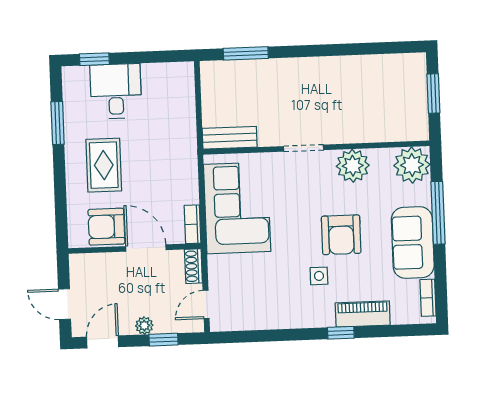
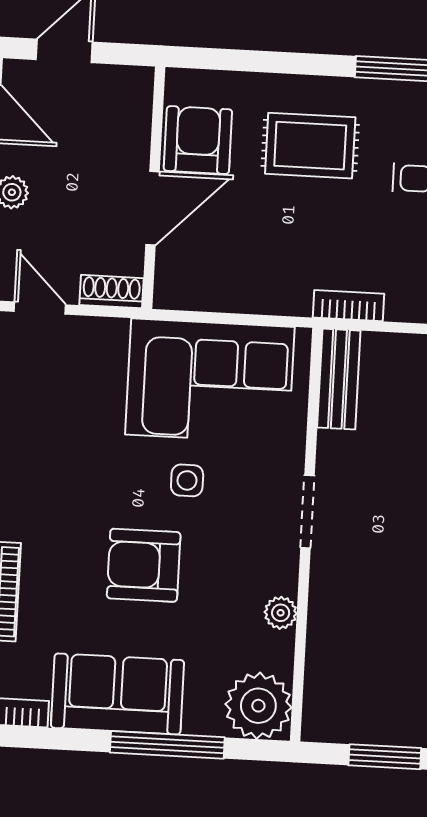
plant: (353, 166) -> (281, 613), width x0.53, depth x0.53
bookcase: (193, 224) -> (349, 306), moved
side table: (319, 276) -> (187, 480), moved

